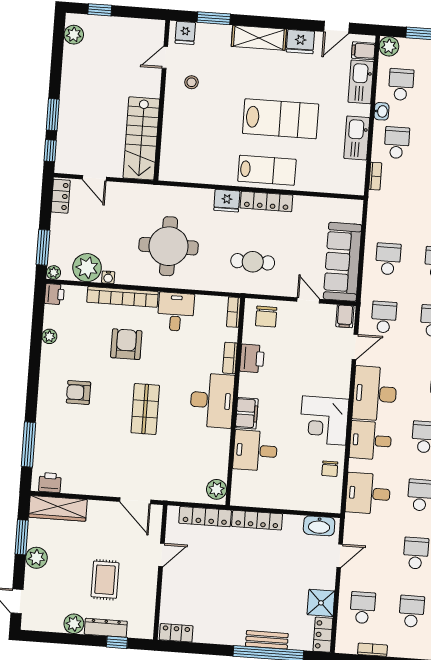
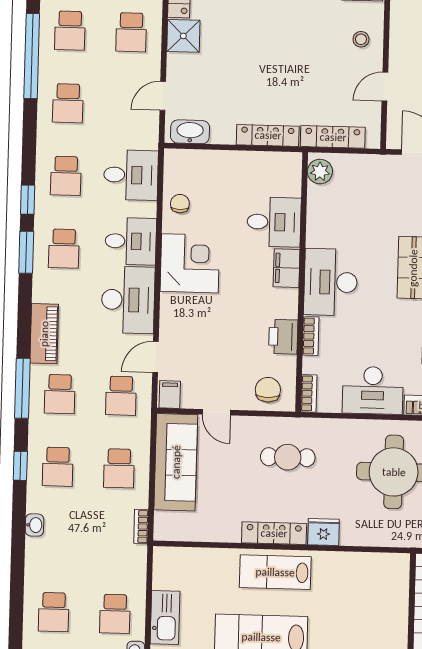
bookcase: (375, 176) -> (141, 527), moved
desk: (176, 312) -> (373, 390), width x1.37
stool: (179, 594) -> (361, 39), added

